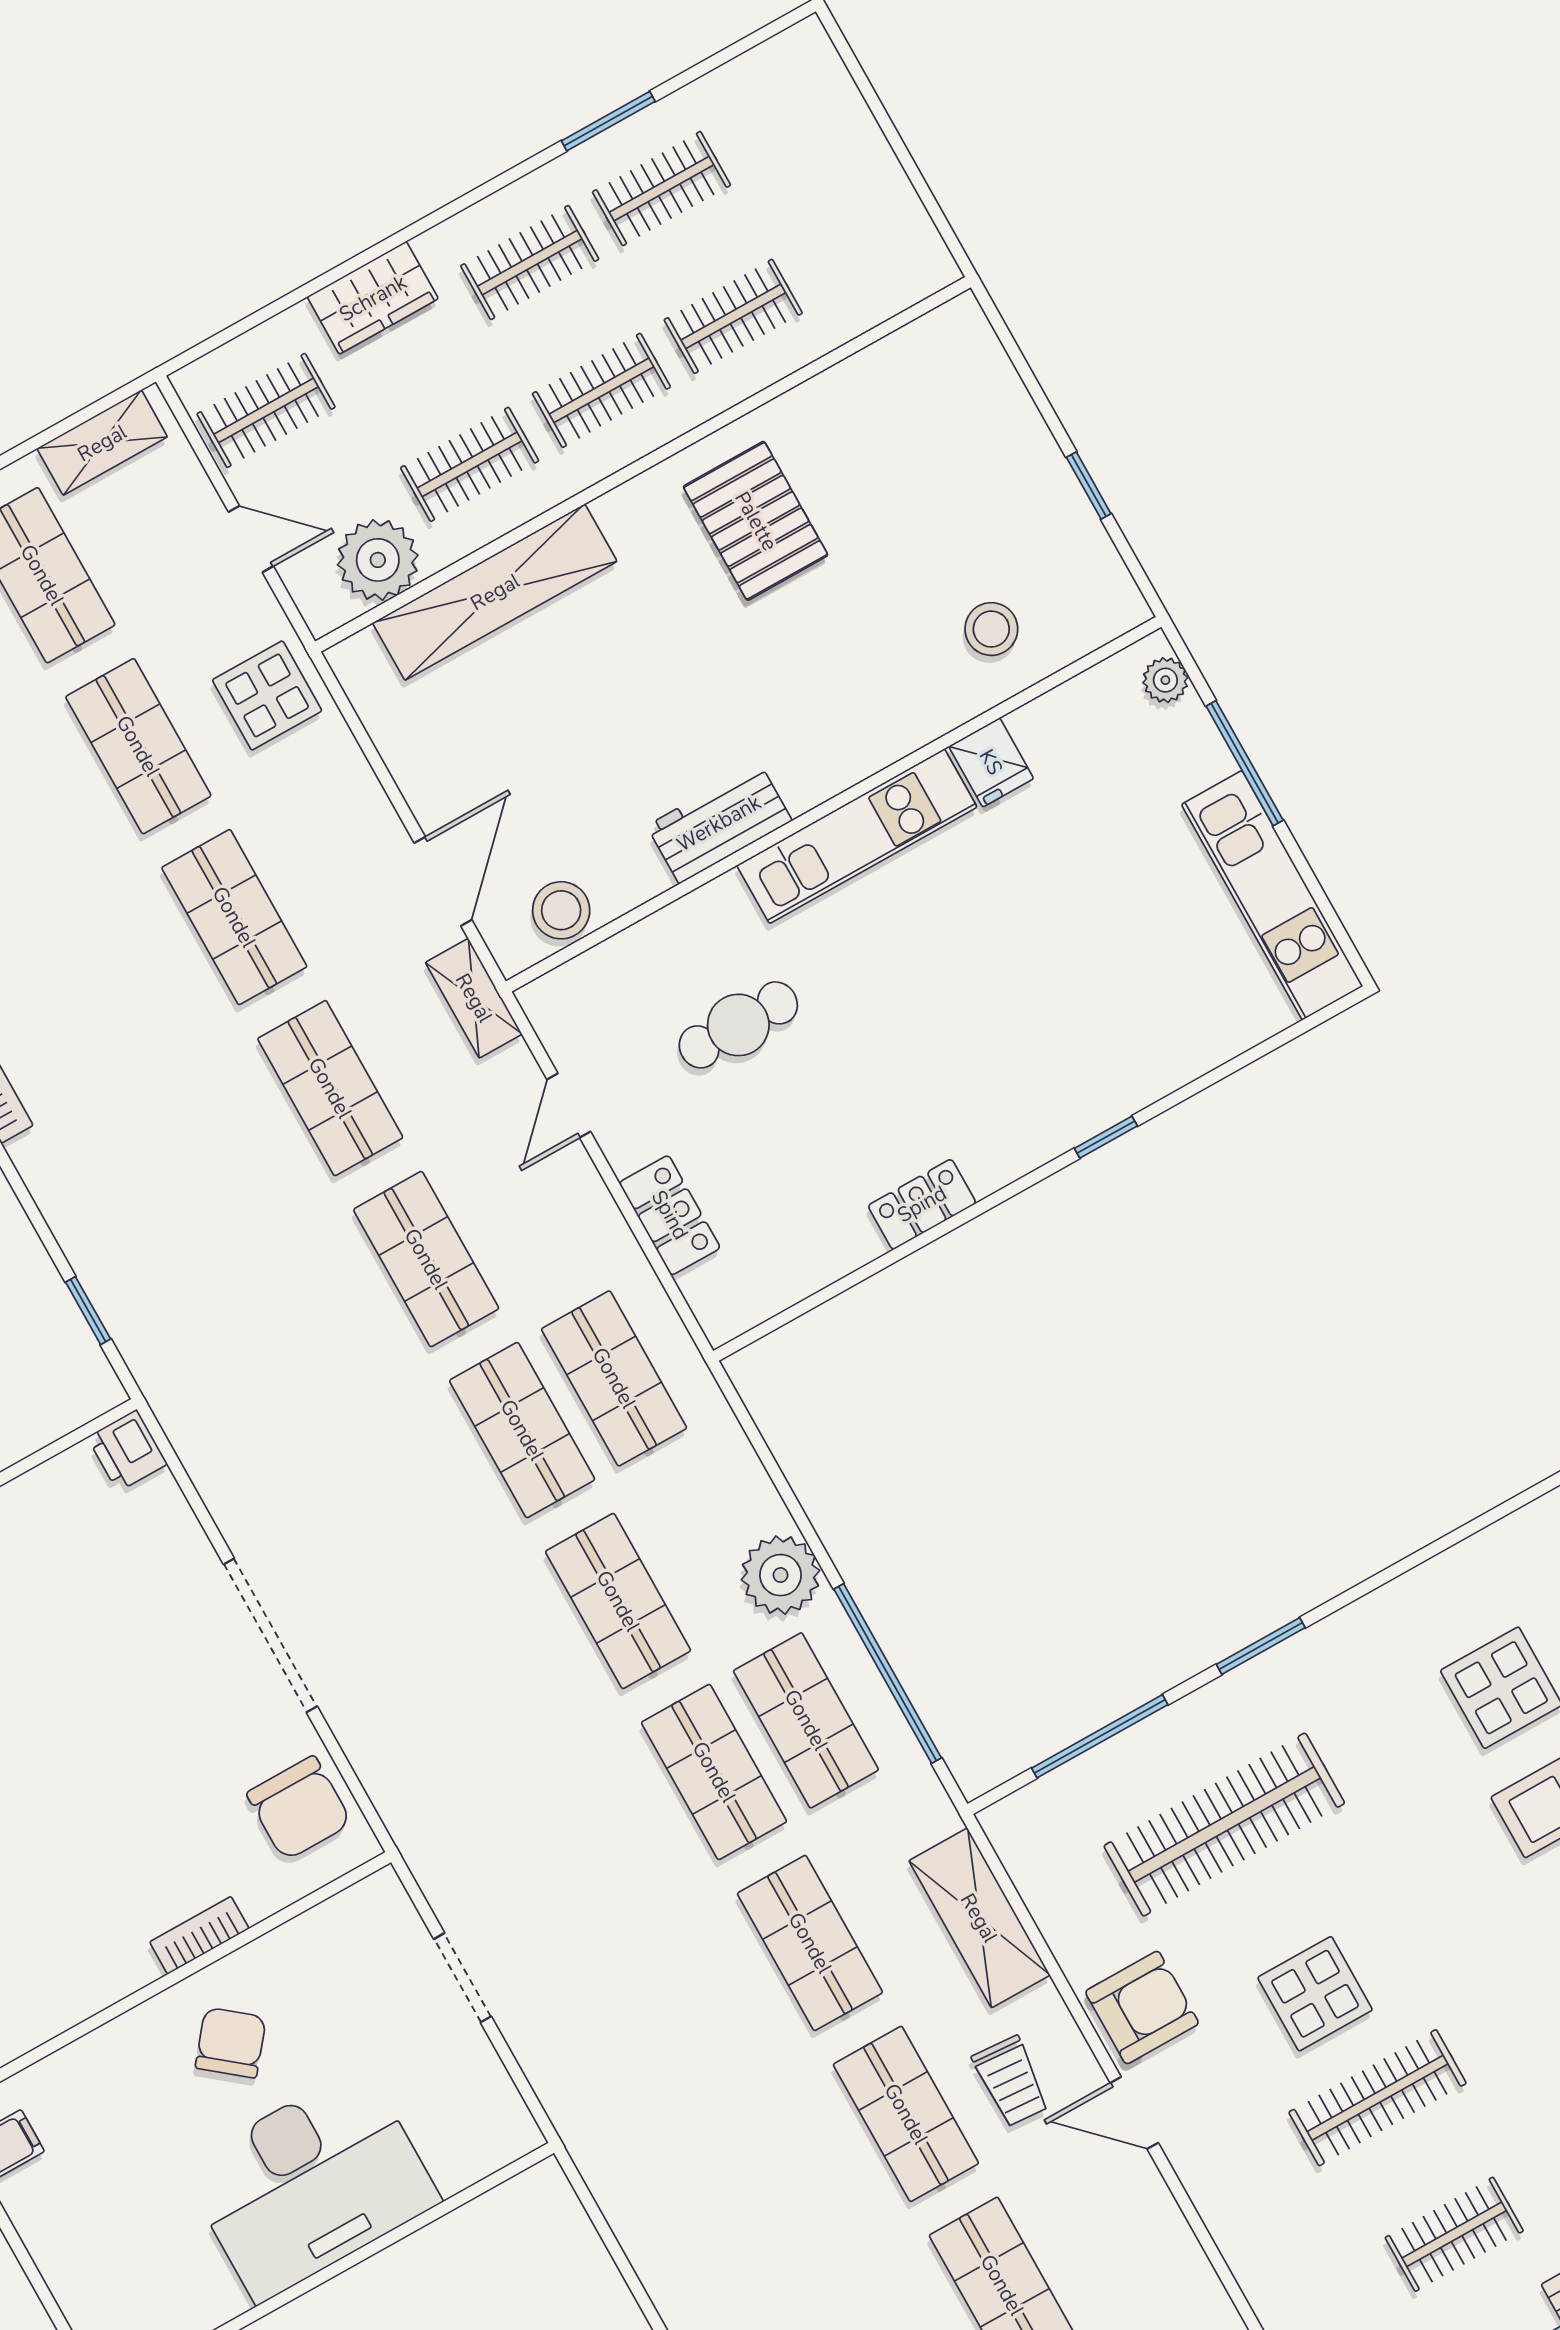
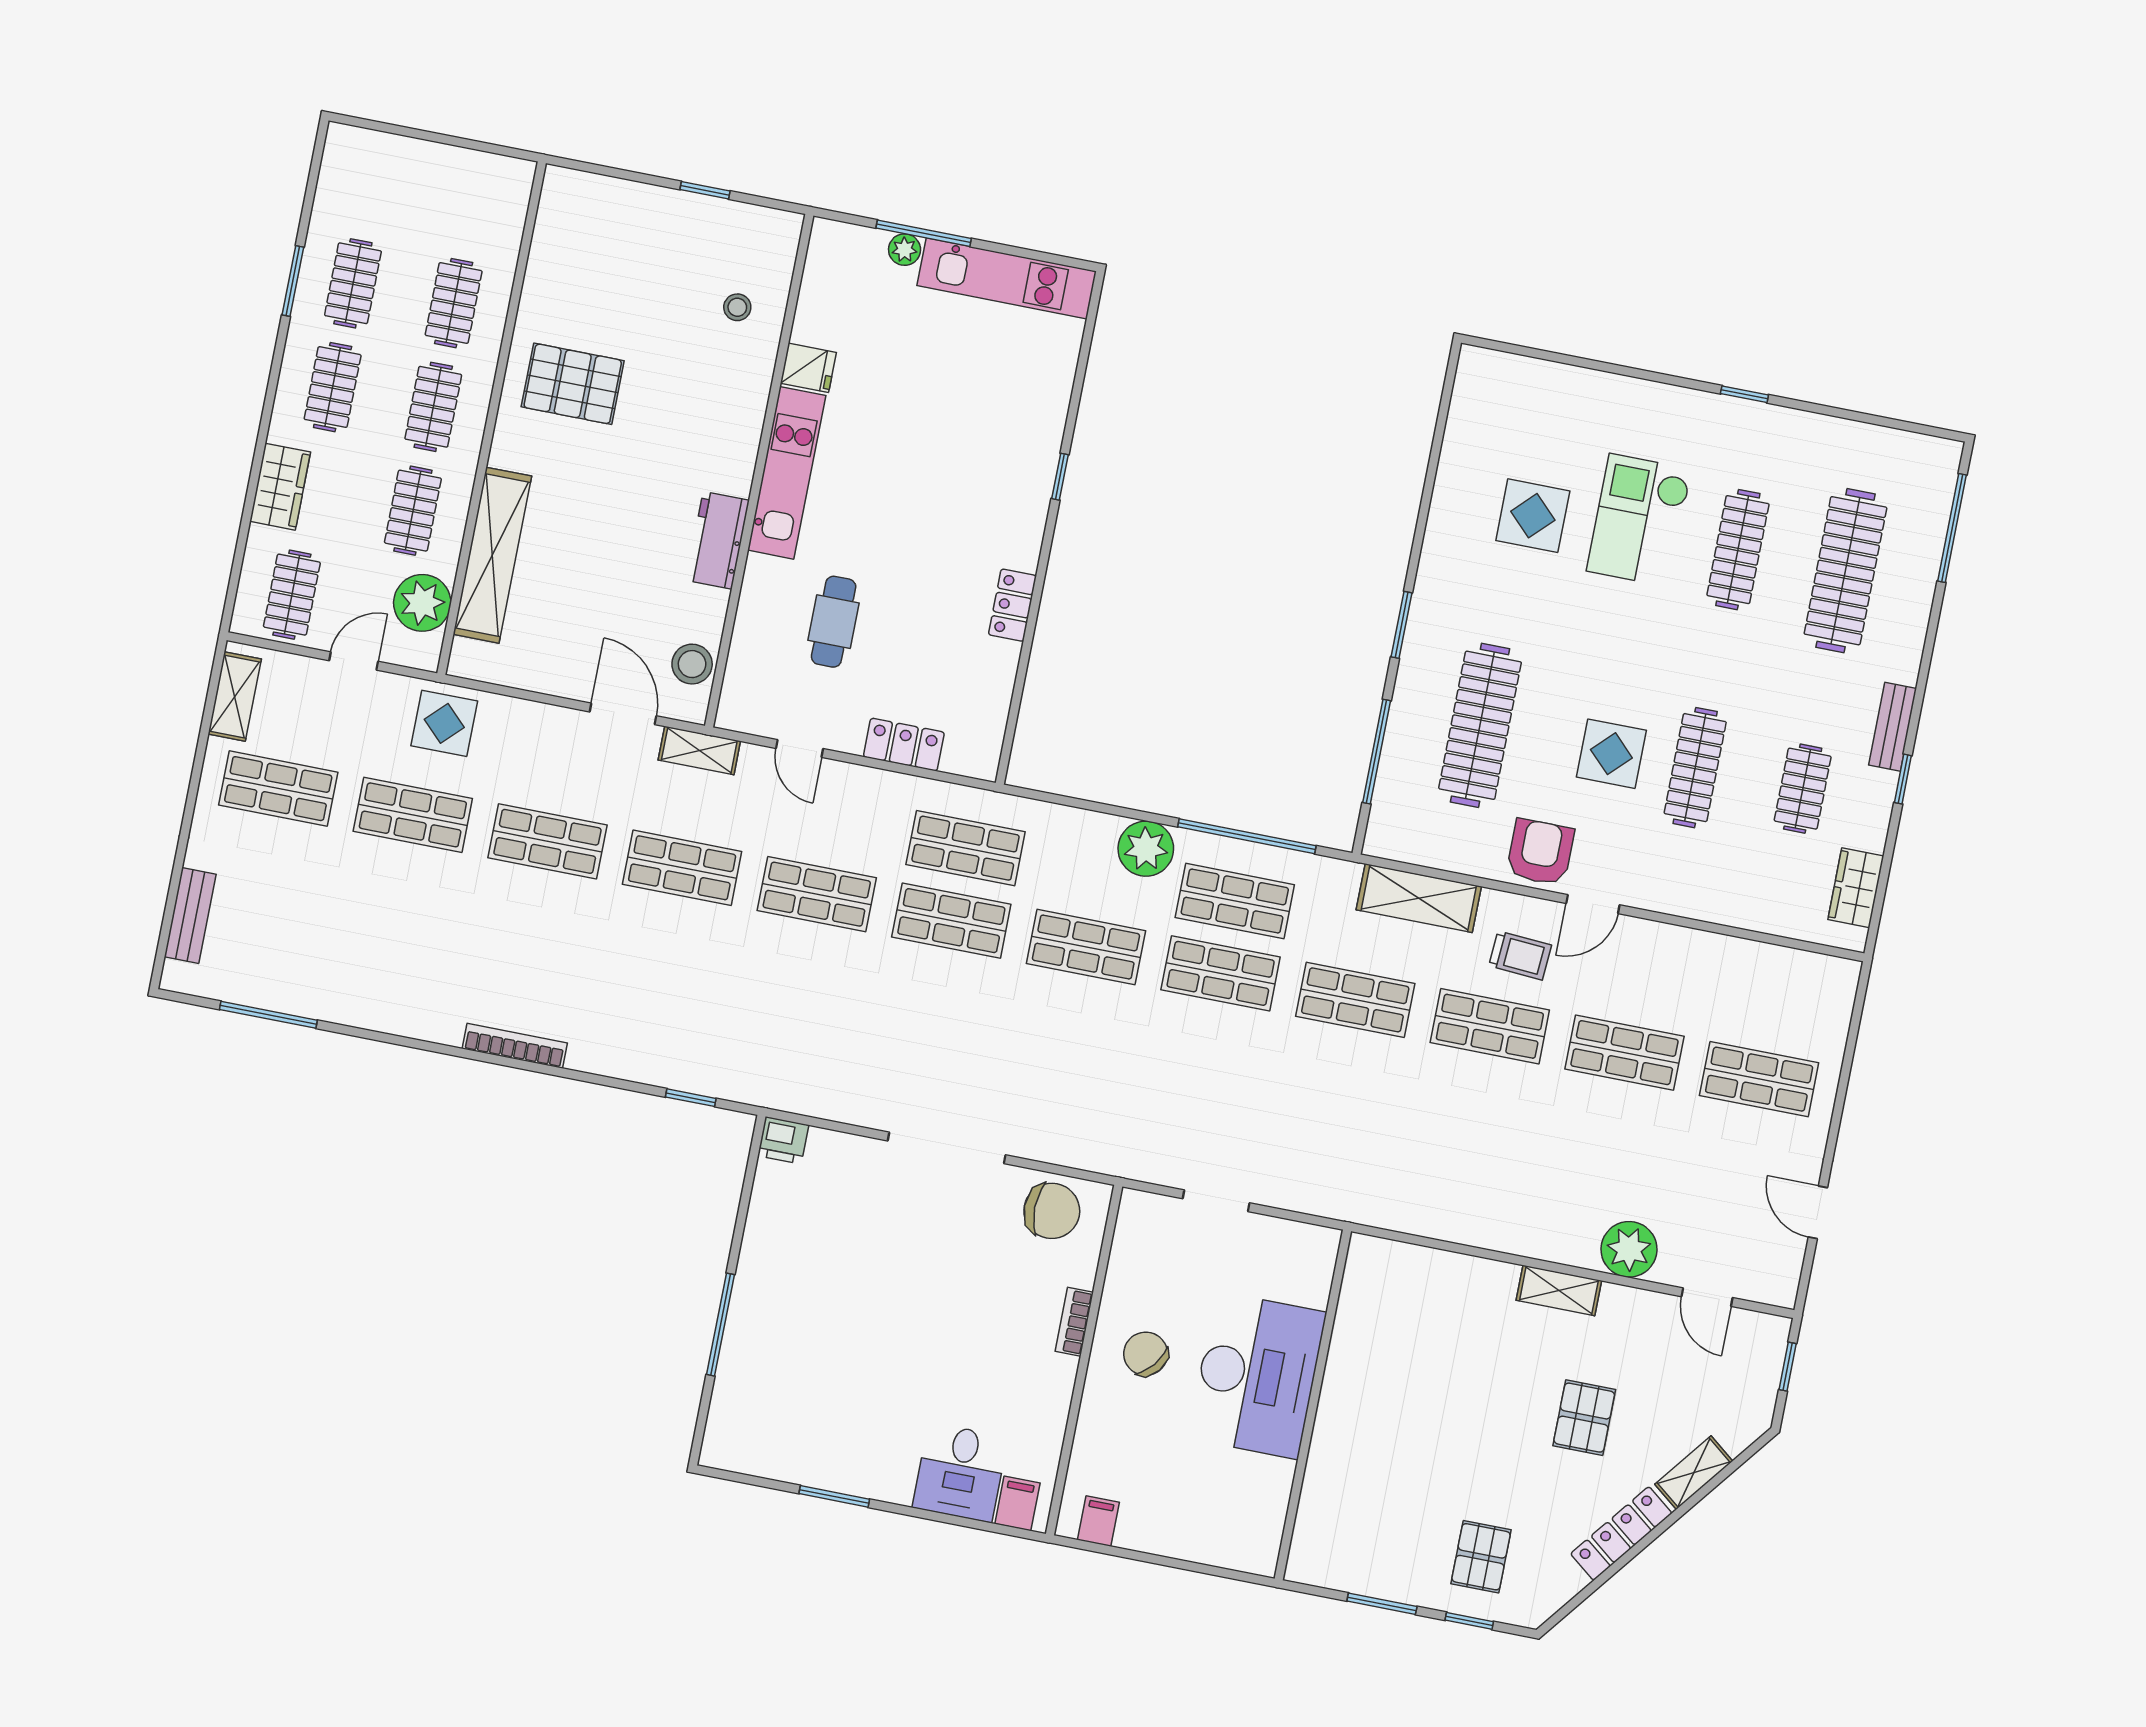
stool: (991, 629) -> (737, 307), width x0.73, depth x0.73
plant: (1165, 680) -> (905, 250), moved

